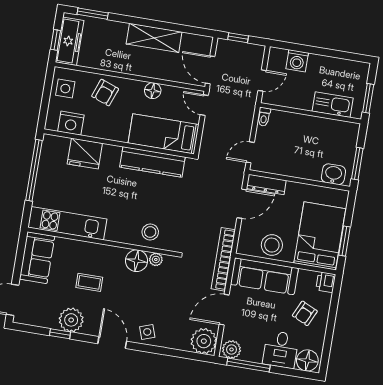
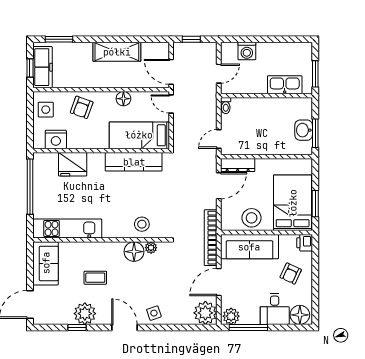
washbasin: (333, 174) -> (304, 130), moved, turned -90

